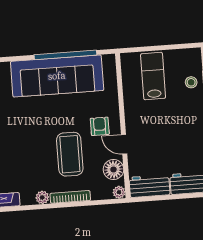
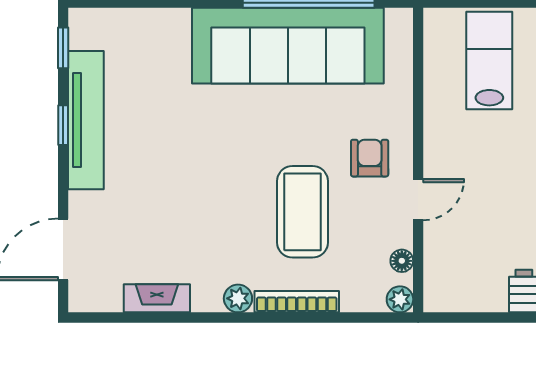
door: (124, 144) -> (418, 200), swing flipped
floor lamp: (113, 169) -> (402, 261), width x0.53, depth x0.53
workbench: (149, 186) -> (465, 291), removed

